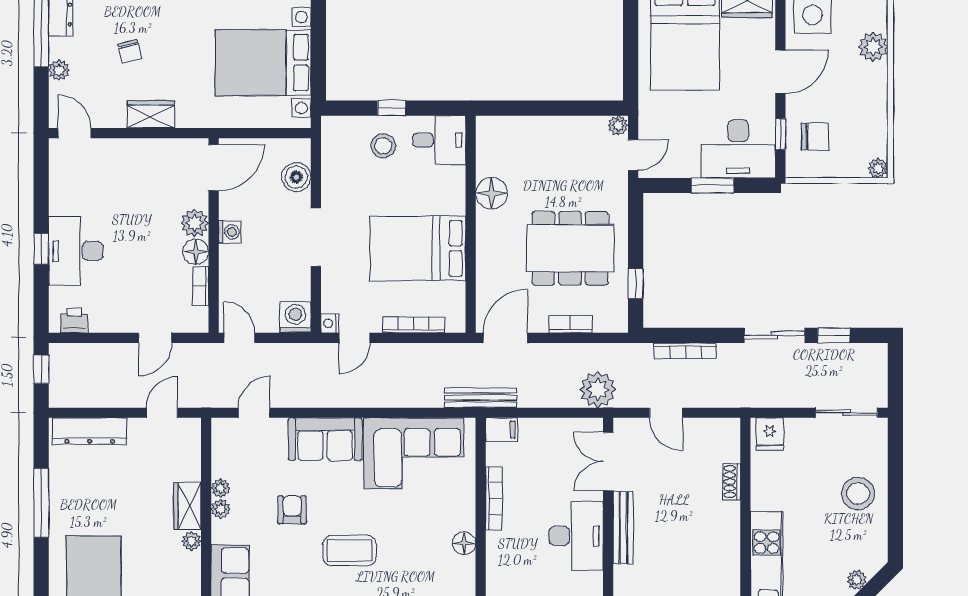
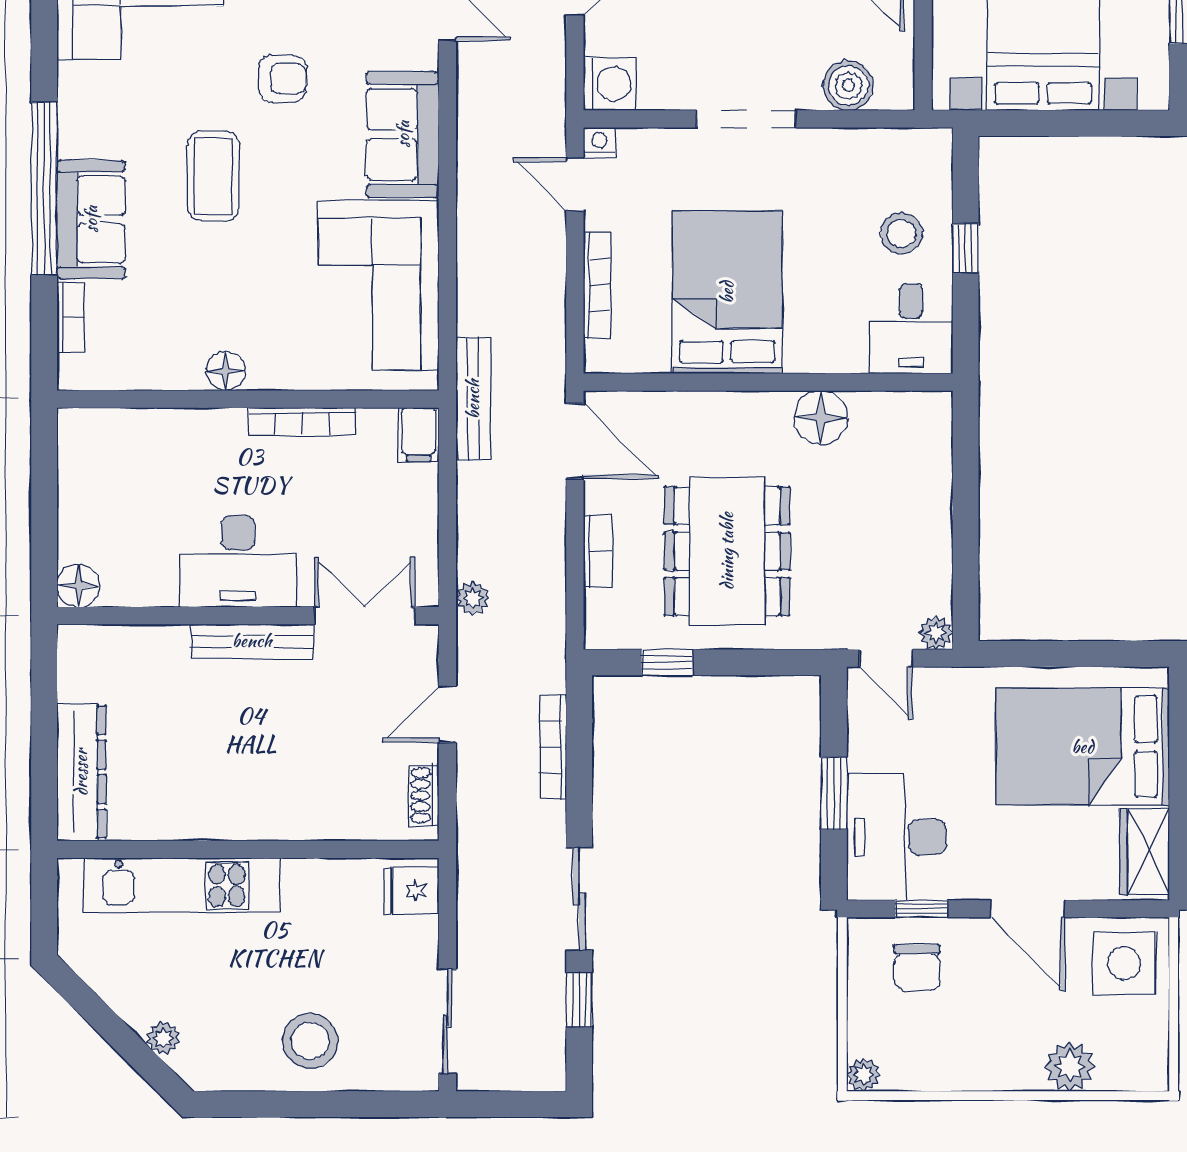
plant: (598, 389) -> (473, 598), width x0.53, depth x0.53
shoe rack: (732, 482) -> (424, 795), moved, turned -90

